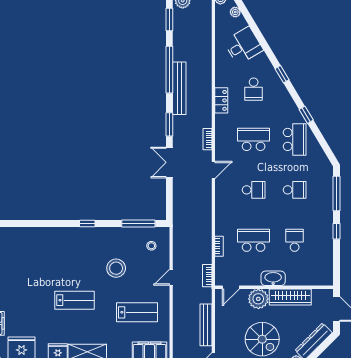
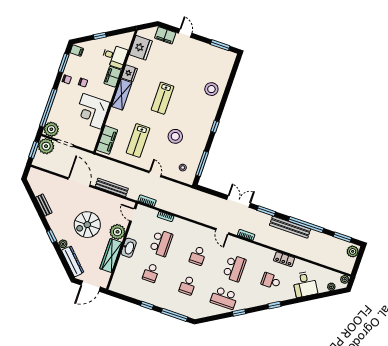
locker: (221, 100) -> (284, 259), moved
school desk: (295, 240) -> (151, 273), turned 90
stool: (43, 244) -> (211, 89), added

